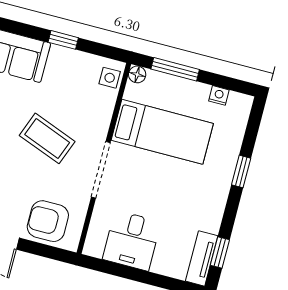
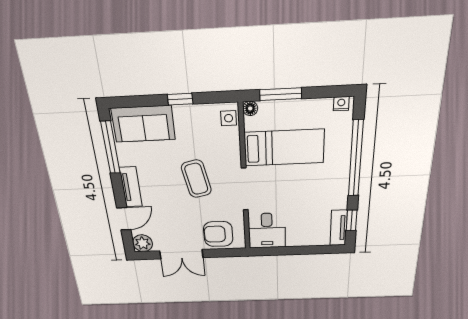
nightstand: (219, 95) -> (341, 104), moved
coffee table: (47, 138) -> (196, 179), turned 57
window: (241, 171) -> (356, 159), width x3.17
desk: (132, 241) -> (267, 231), moved

